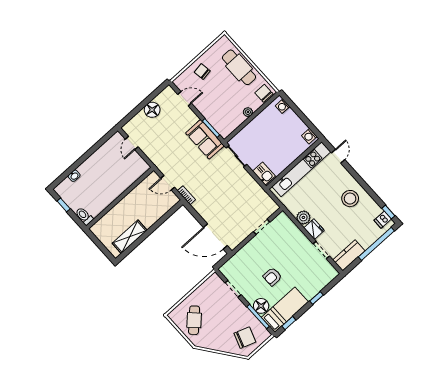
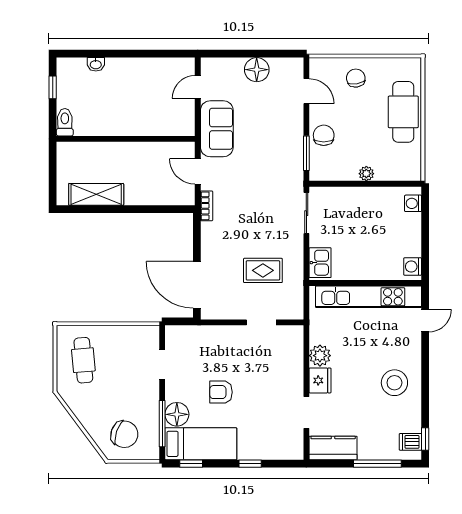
chair: (264, 93) -> (324, 135), moved
sofa: (205, 139) -> (217, 129), moved, turned 180
rug: (240, 202) -> (263, 270), added
window: (376, 244) -> (377, 464), width x0.68
cafe table: (194, 320) -> (83, 360), turned -50

